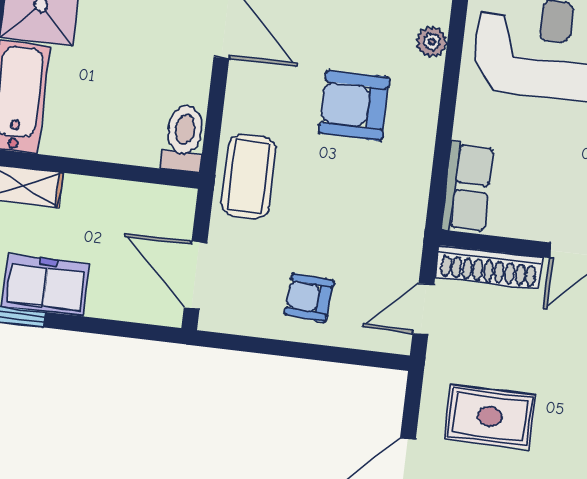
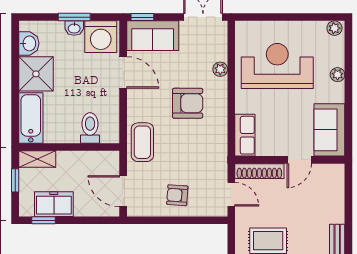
armchair: (354, 105) -> (188, 103), turned 180
toilet: (184, 138) -> (90, 128), moved
door: (423, 309) -> (231, 194), swing flipped

